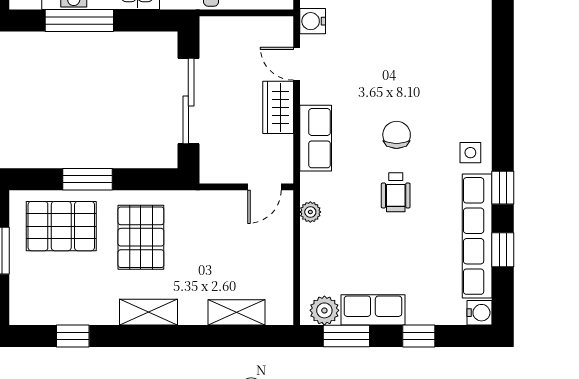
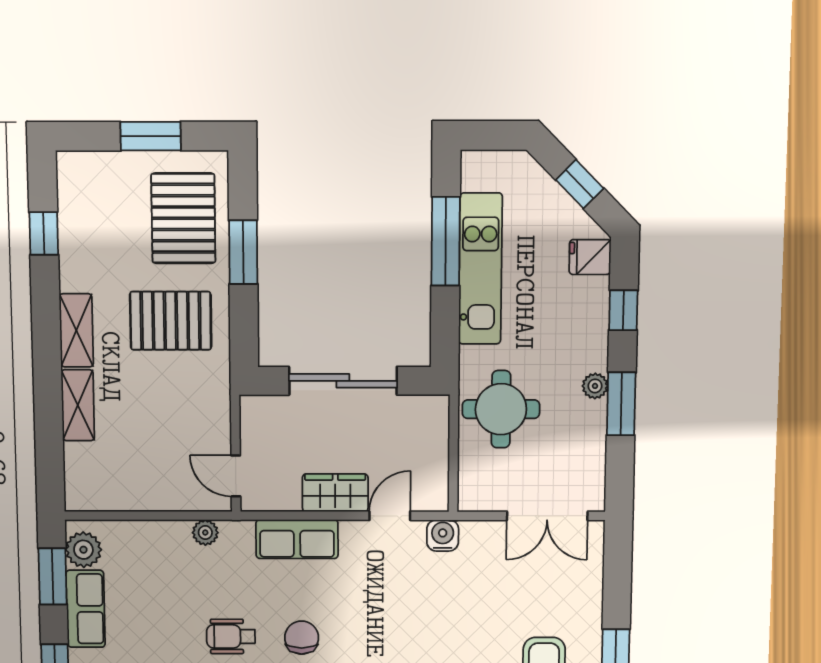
chair: (397, 135) -> (302, 638), turned -90
shelving: (236, 312) -> (78, 405), moved

